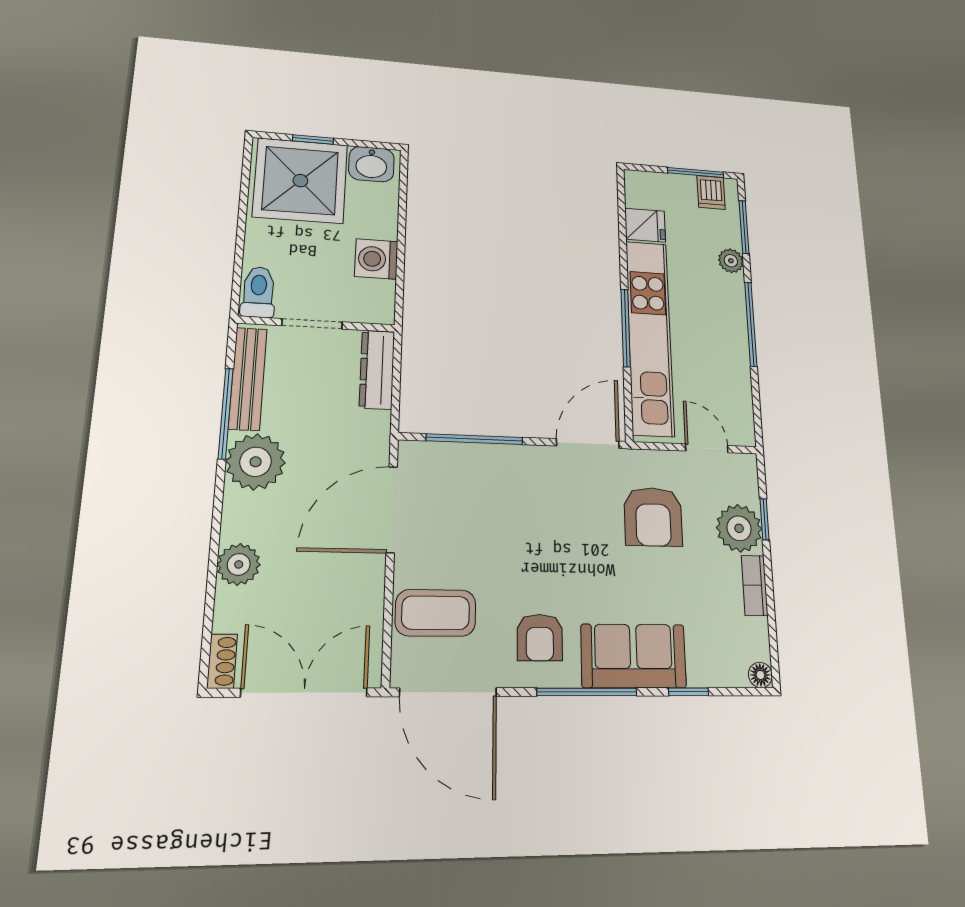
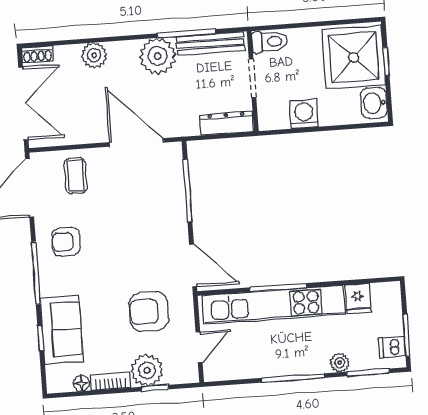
coffee table: (436, 613) -> (76, 176), width x0.73, depth x0.77
sofa: (633, 656) -> (62, 329), moved
floor lamp: (760, 675) -> (81, 383), moved

